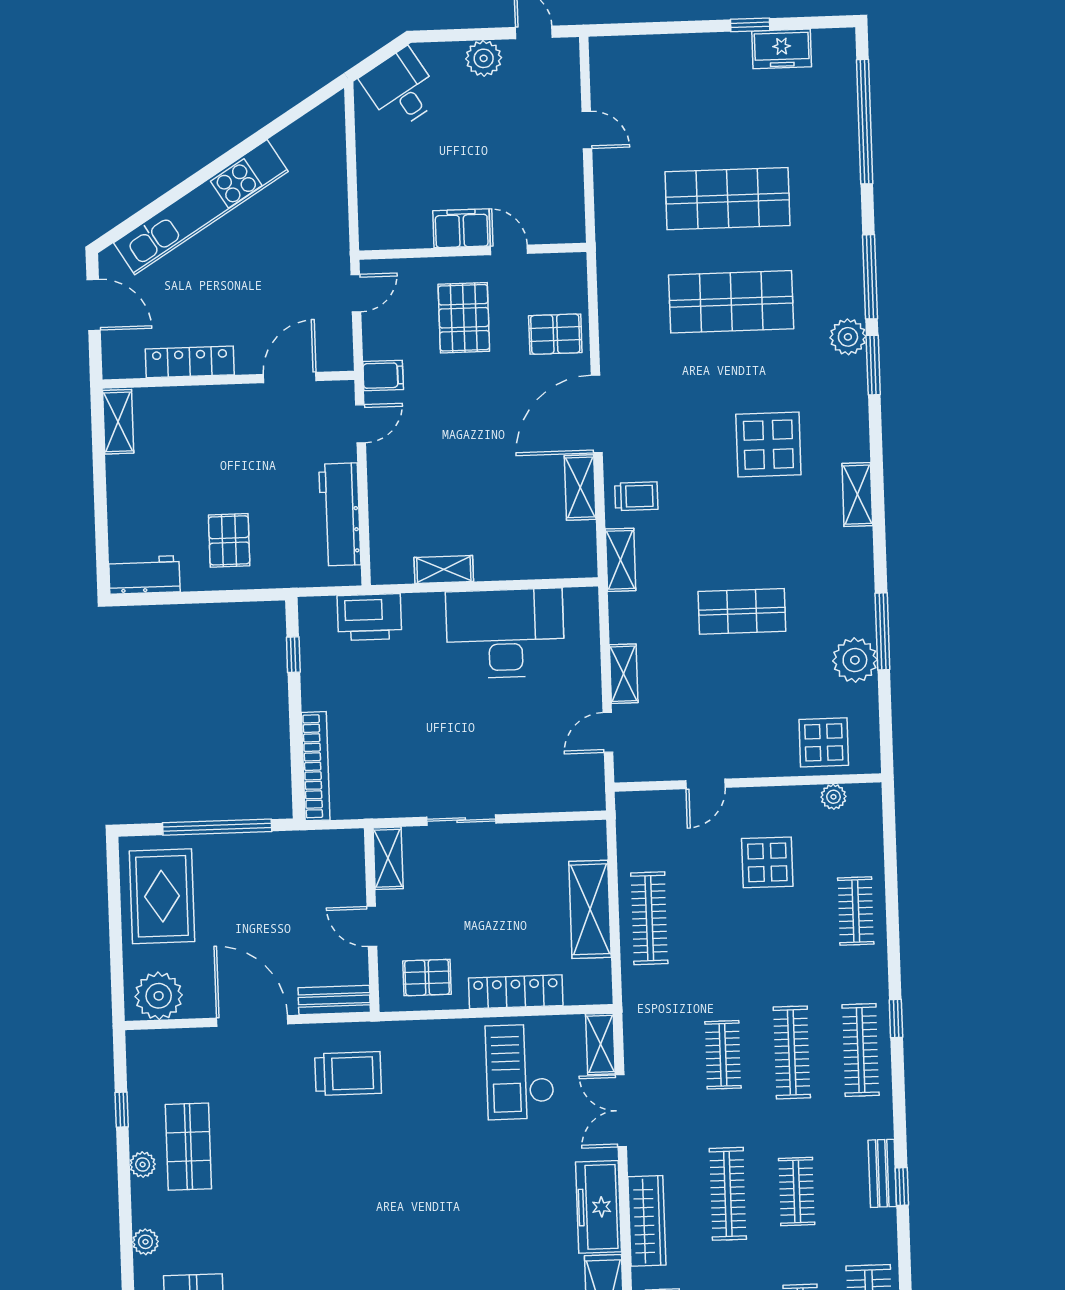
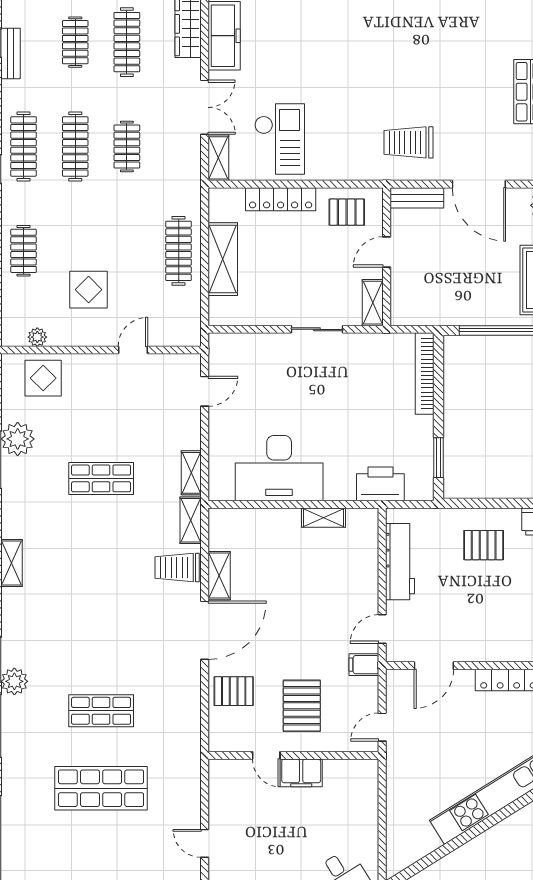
shop shelf: (731, 302) -> (101, 711), width x0.70, depth x0.74
display table: (768, 445) -> (77, 603), removed
trolley: (636, 496) -> (177, 568), width x1.36, depth x1.39
pallet: (229, 540) -> (484, 545), turned 90
window: (293, 655) -> (439, 458), width x1.50
shelving: (624, 674) -> (191, 473), moved
door: (372, 926) -> (387, 252), swing flipped

